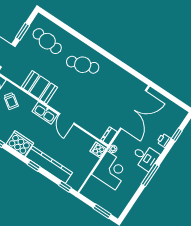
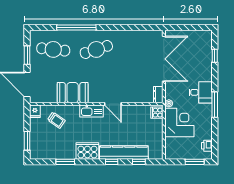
window: (78, 36) -> (76, 28), added
printer: (164, 140) -> (207, 146), moved
window: (65, 187) -> (139, 162), moved

